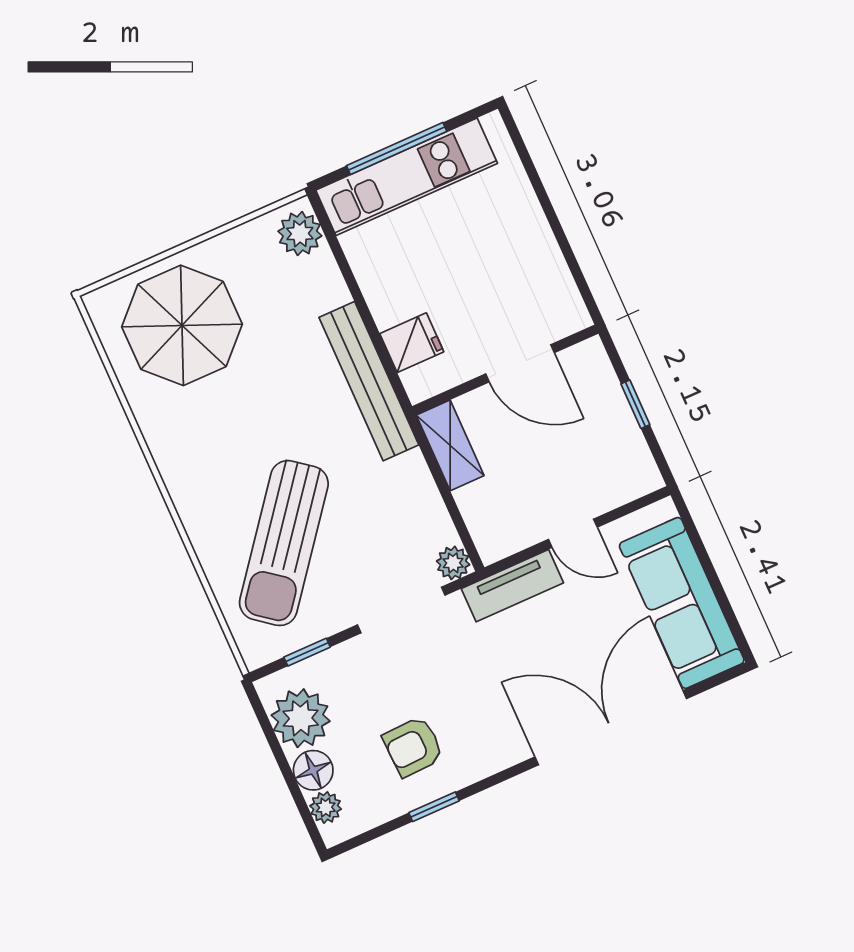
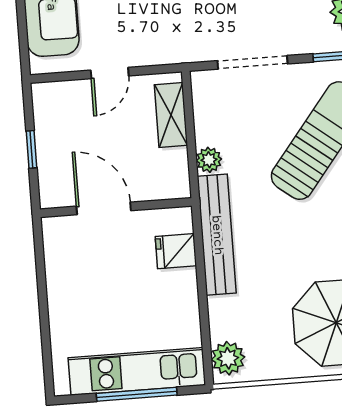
shelving: (450, 445) -> (171, 115), moved
door: (573, 533) -> (110, 73), swing flipped
plant: (453, 563) -> (209, 160), moved
tv unit: (512, 586) -> (166, 51), removed

